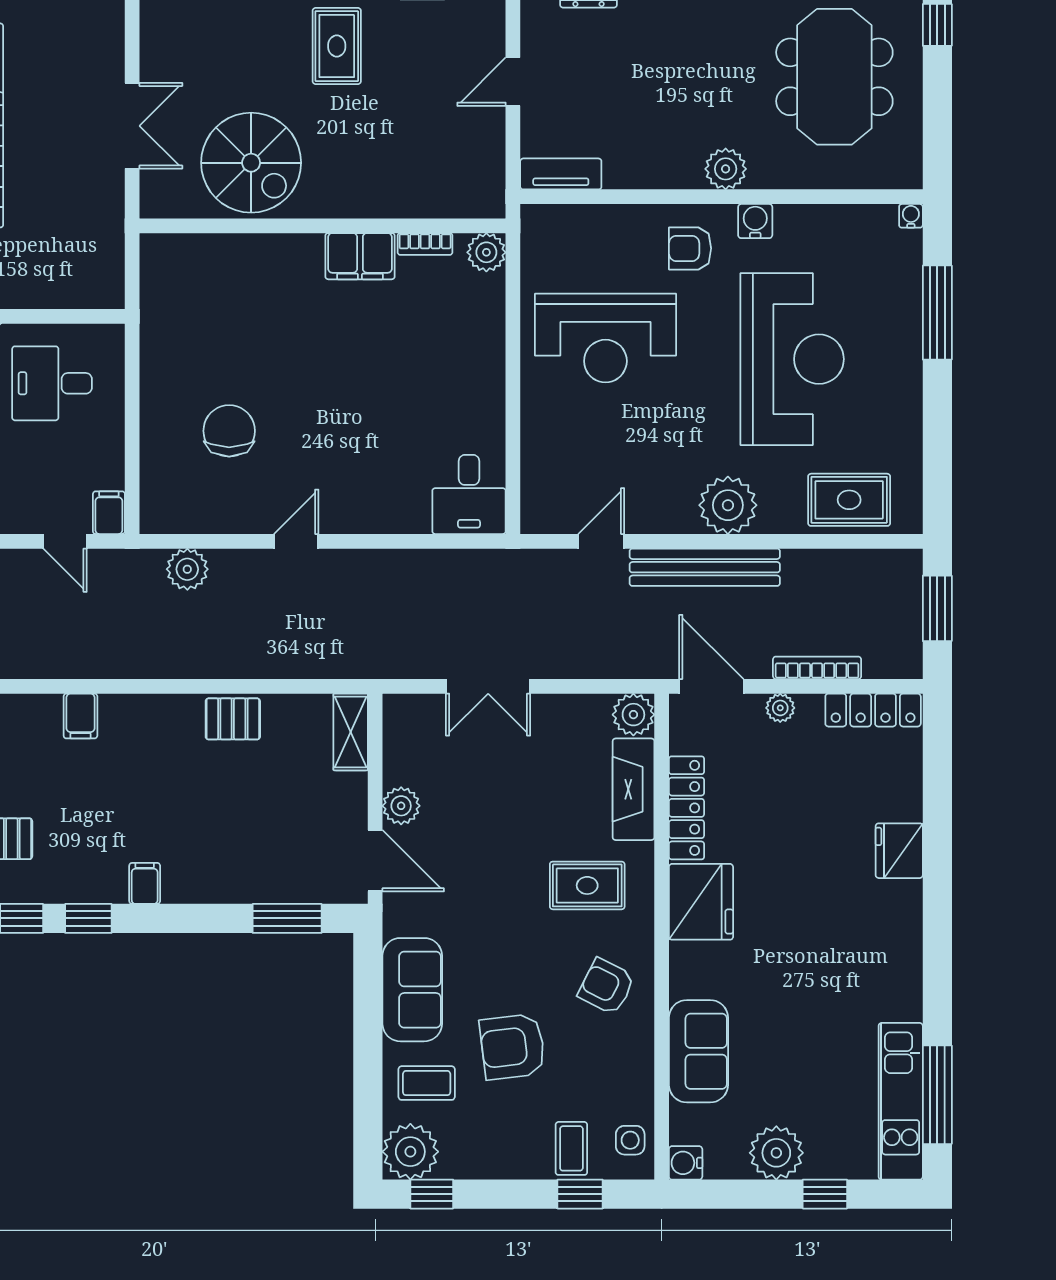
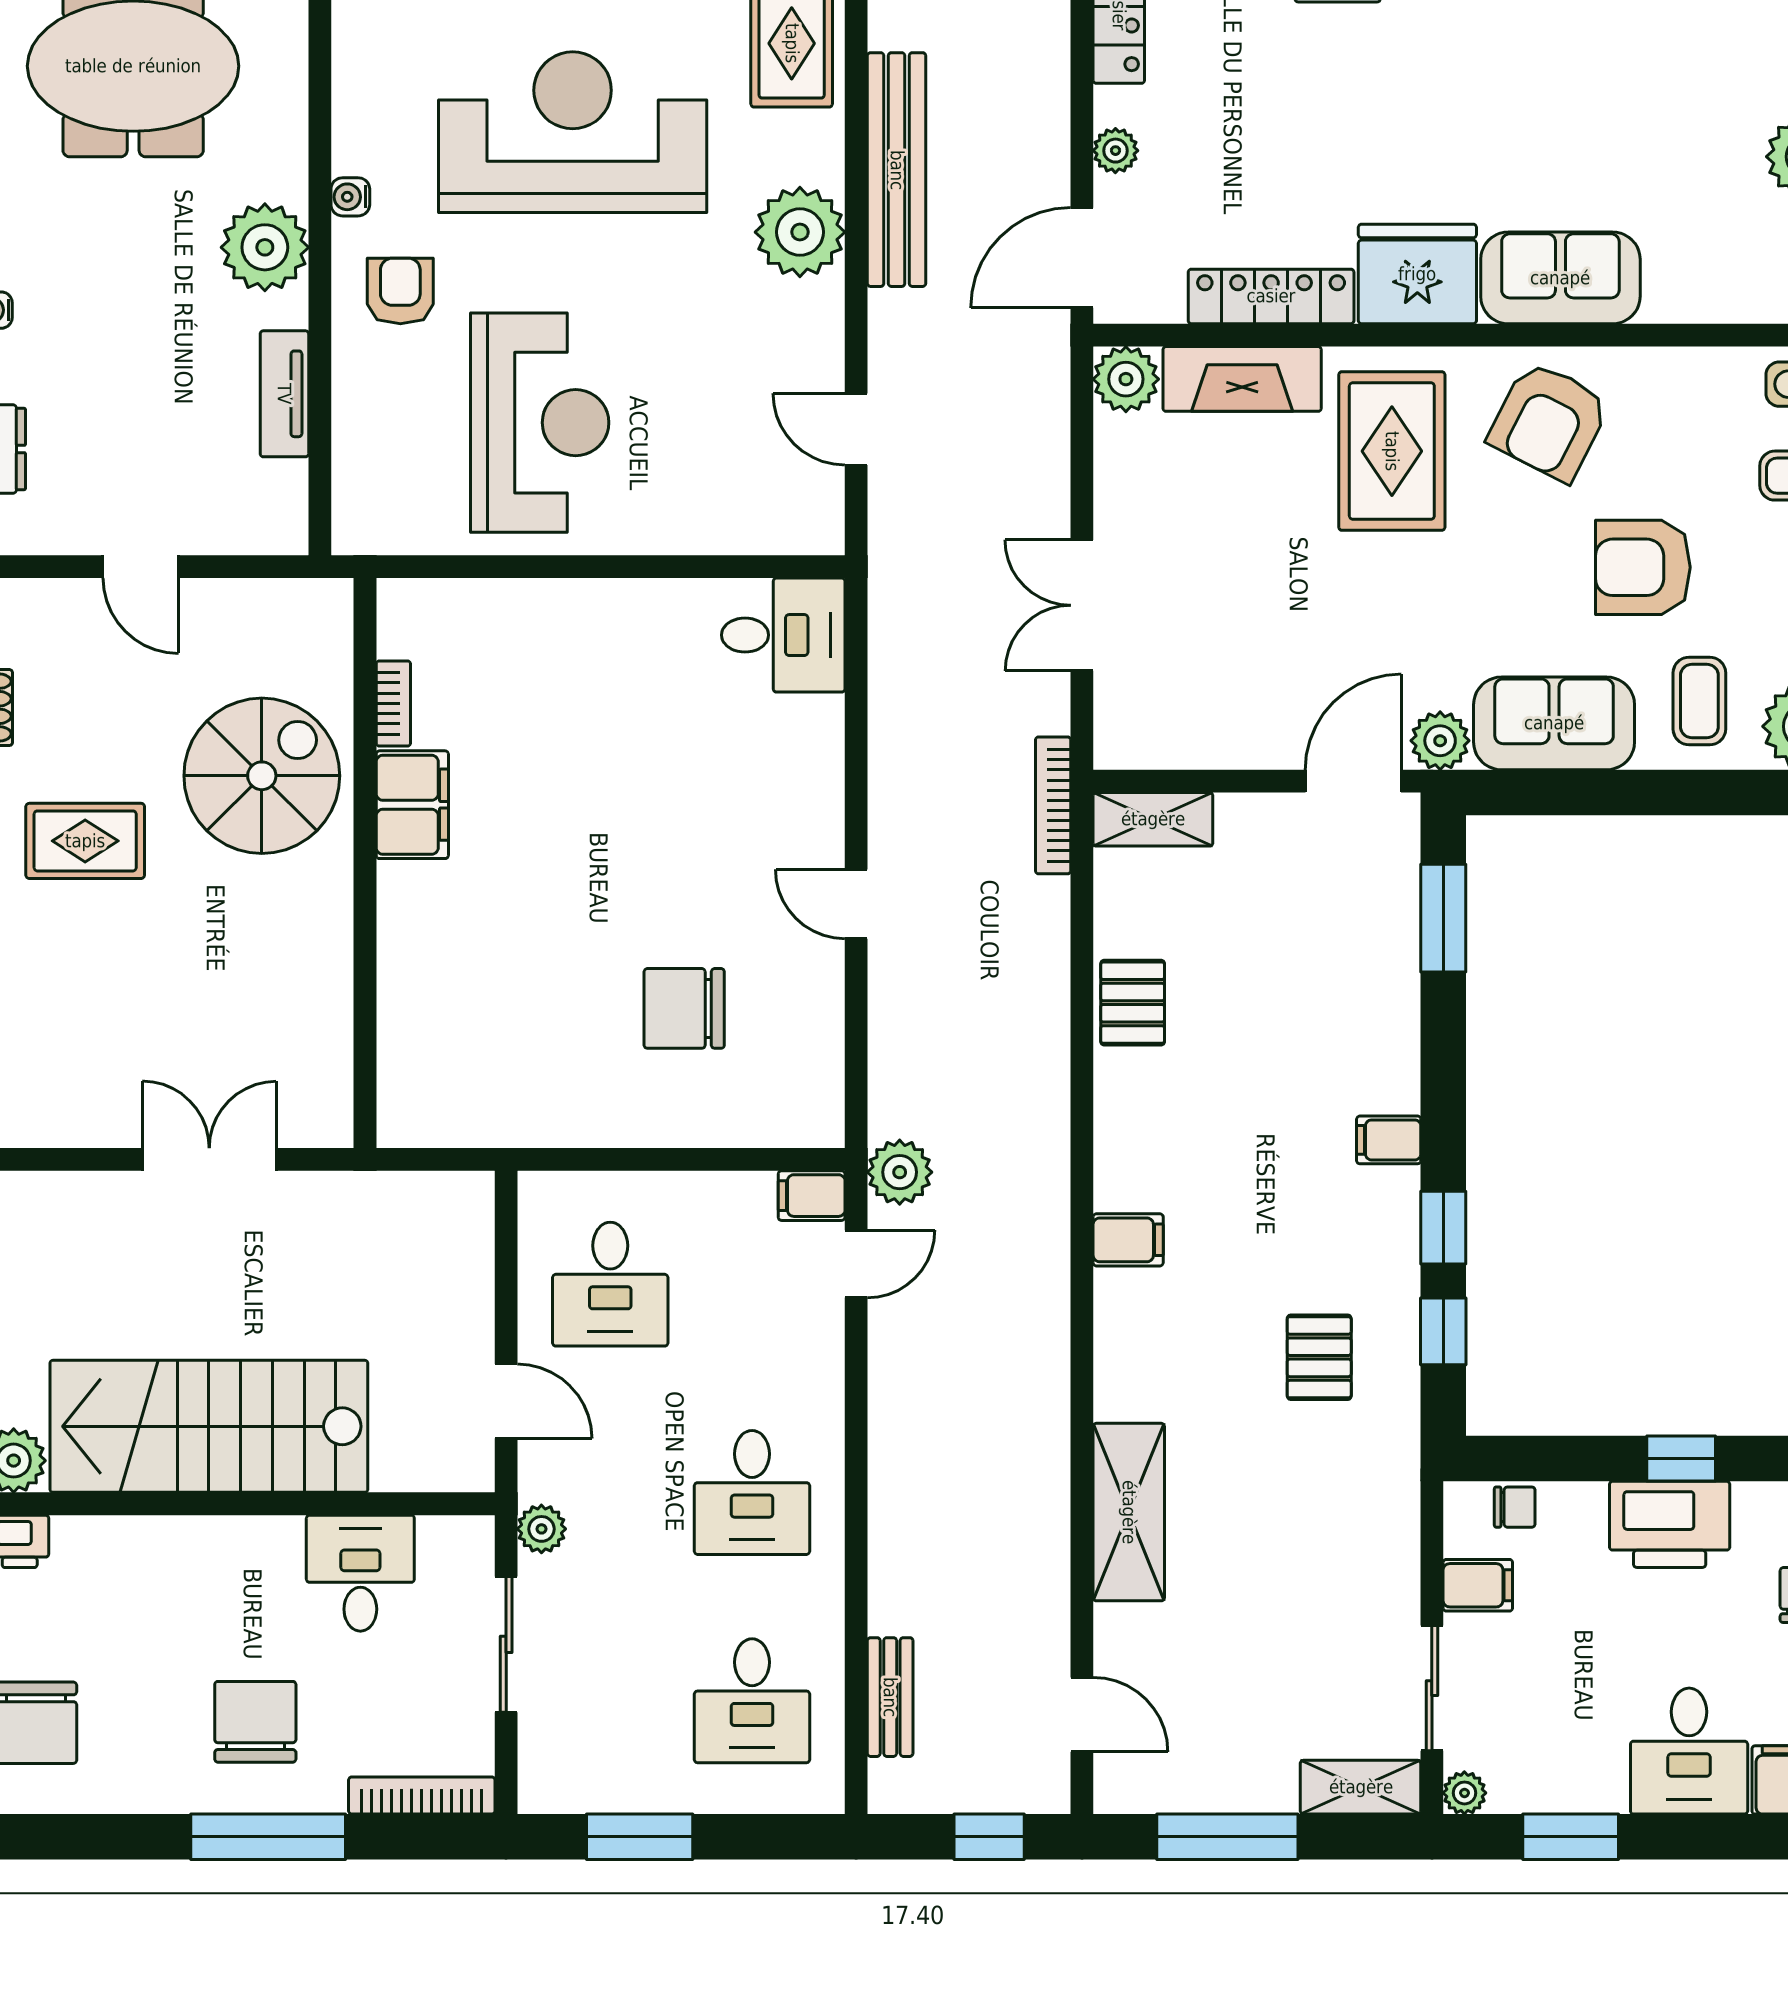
spiral stairs: (251, 163) -> (262, 776), moved
plant: (726, 169) -> (265, 247), width x1.36, depth x1.36
tv unit: (561, 174) -> (284, 394), moved
water cooler: (755, 221) -> (350, 197), width x0.72, depth x0.72
armchair: (690, 248) -> (400, 291), turned 180
plant: (486, 252) -> (406, 608), removed
bench: (705, 567) -> (897, 170), moved
plant: (187, 569) -> (900, 1172), moved
bookcase: (817, 668) -> (1053, 805), moved
double door: (488, 686) -> (1082, 605), swing flipped
plant: (401, 806) -> (1440, 741), moved
rug: (587, 885) -> (1392, 451), width x1.36, depth x1.43
armchair: (606, 986) -> (1549, 421), width x1.38, depth x1.38
armchair: (513, 1047) -> (1643, 567), turned 97
sofa: (698, 1051) -> (1560, 278), moved

